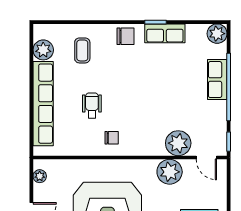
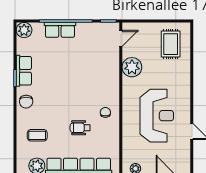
chair: (125, 36) -> (26, 102), turned 180
plant: (178, 143) -> (110, 60), removed

